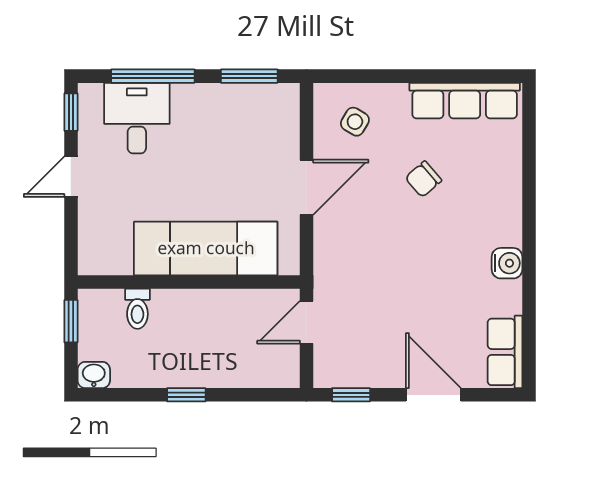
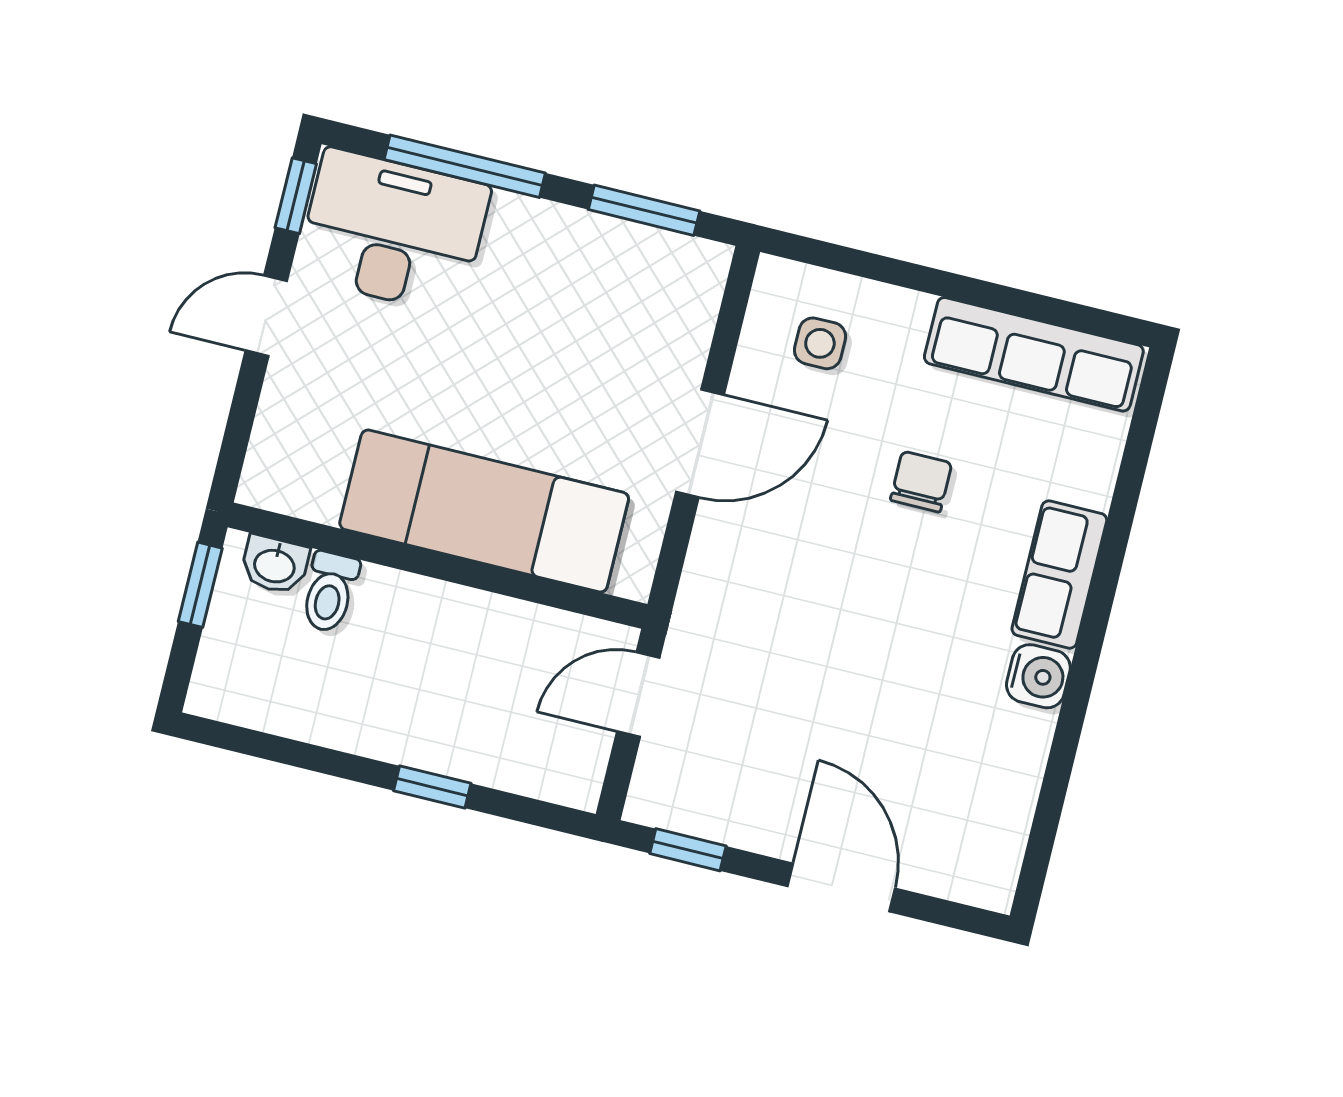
desk: (137, 118) -> (393, 231), width x1.37
side table: (355, 122) -> (820, 343), turned -31
chair: (423, 179) -> (921, 482), turned 131
row of seats: (505, 352) -> (1059, 575), moved
washbasin: (94, 375) -> (275, 565), moved, turned 180
window: (186, 395) -> (432, 787), moved

